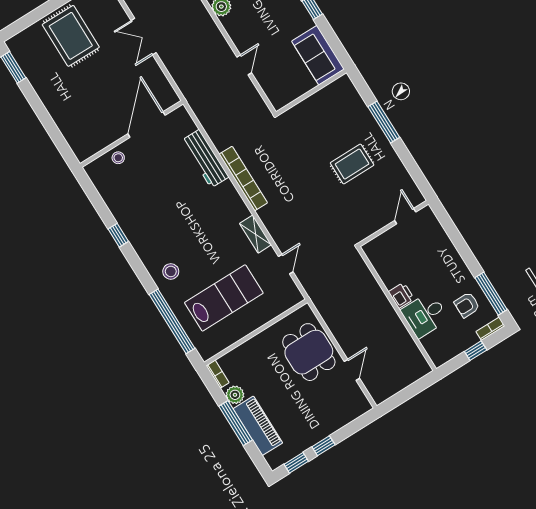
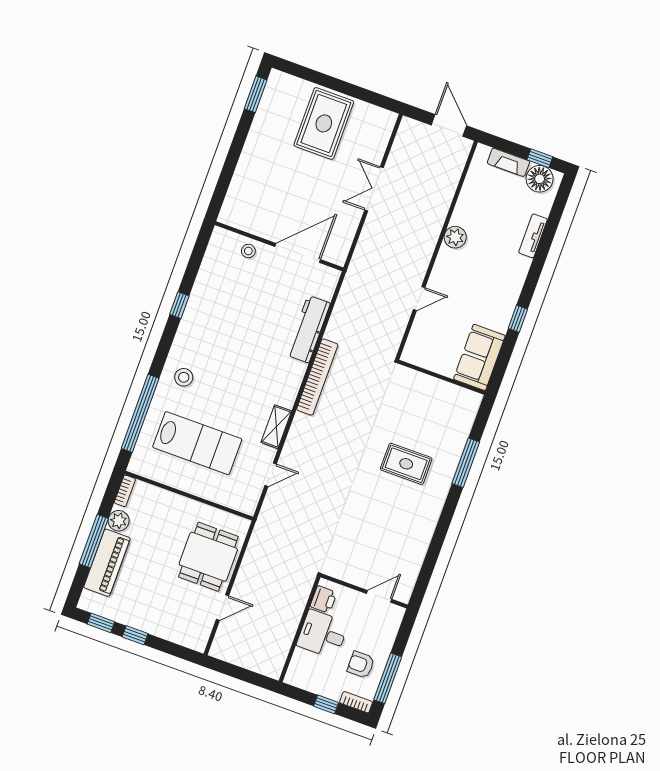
door: (405, 216) -> (379, 596), moved
wall: (393, 224) -> (364, 591), moved

